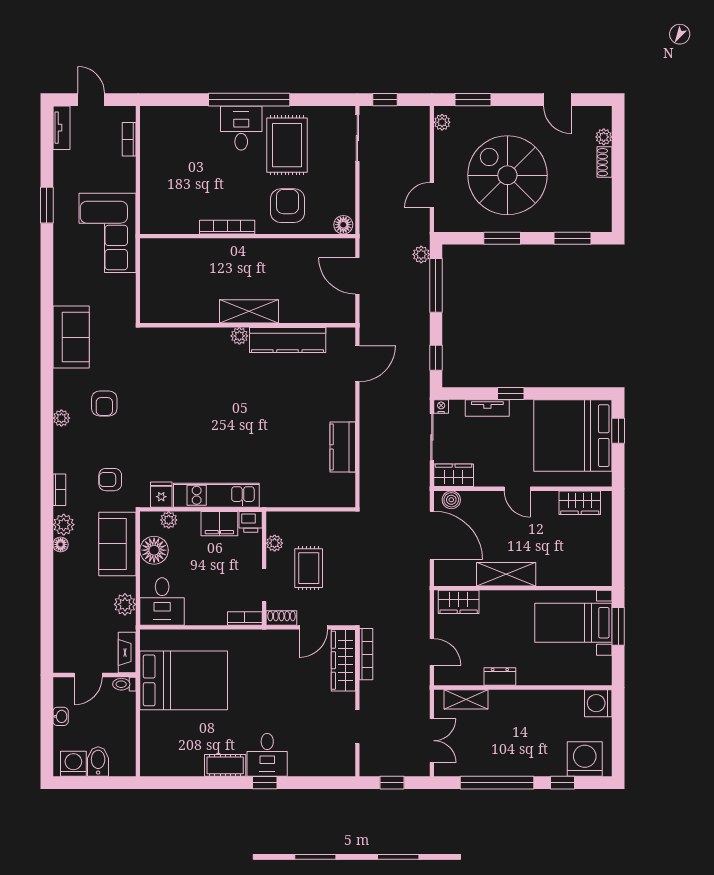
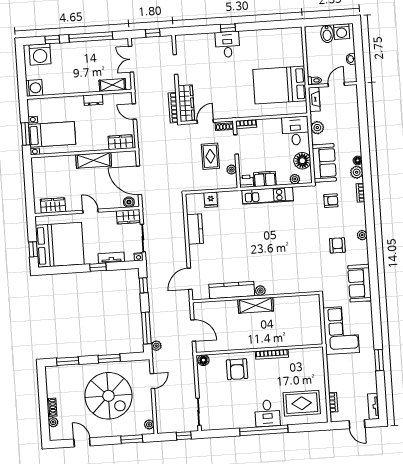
rug: (287, 145) -> (302, 403), moved, turned 90
corner sofa: (107, 233) -> (341, 330), moved
fridge: (161, 495) -> (211, 200), moved
cot: (225, 765) -> (252, 37), removed

